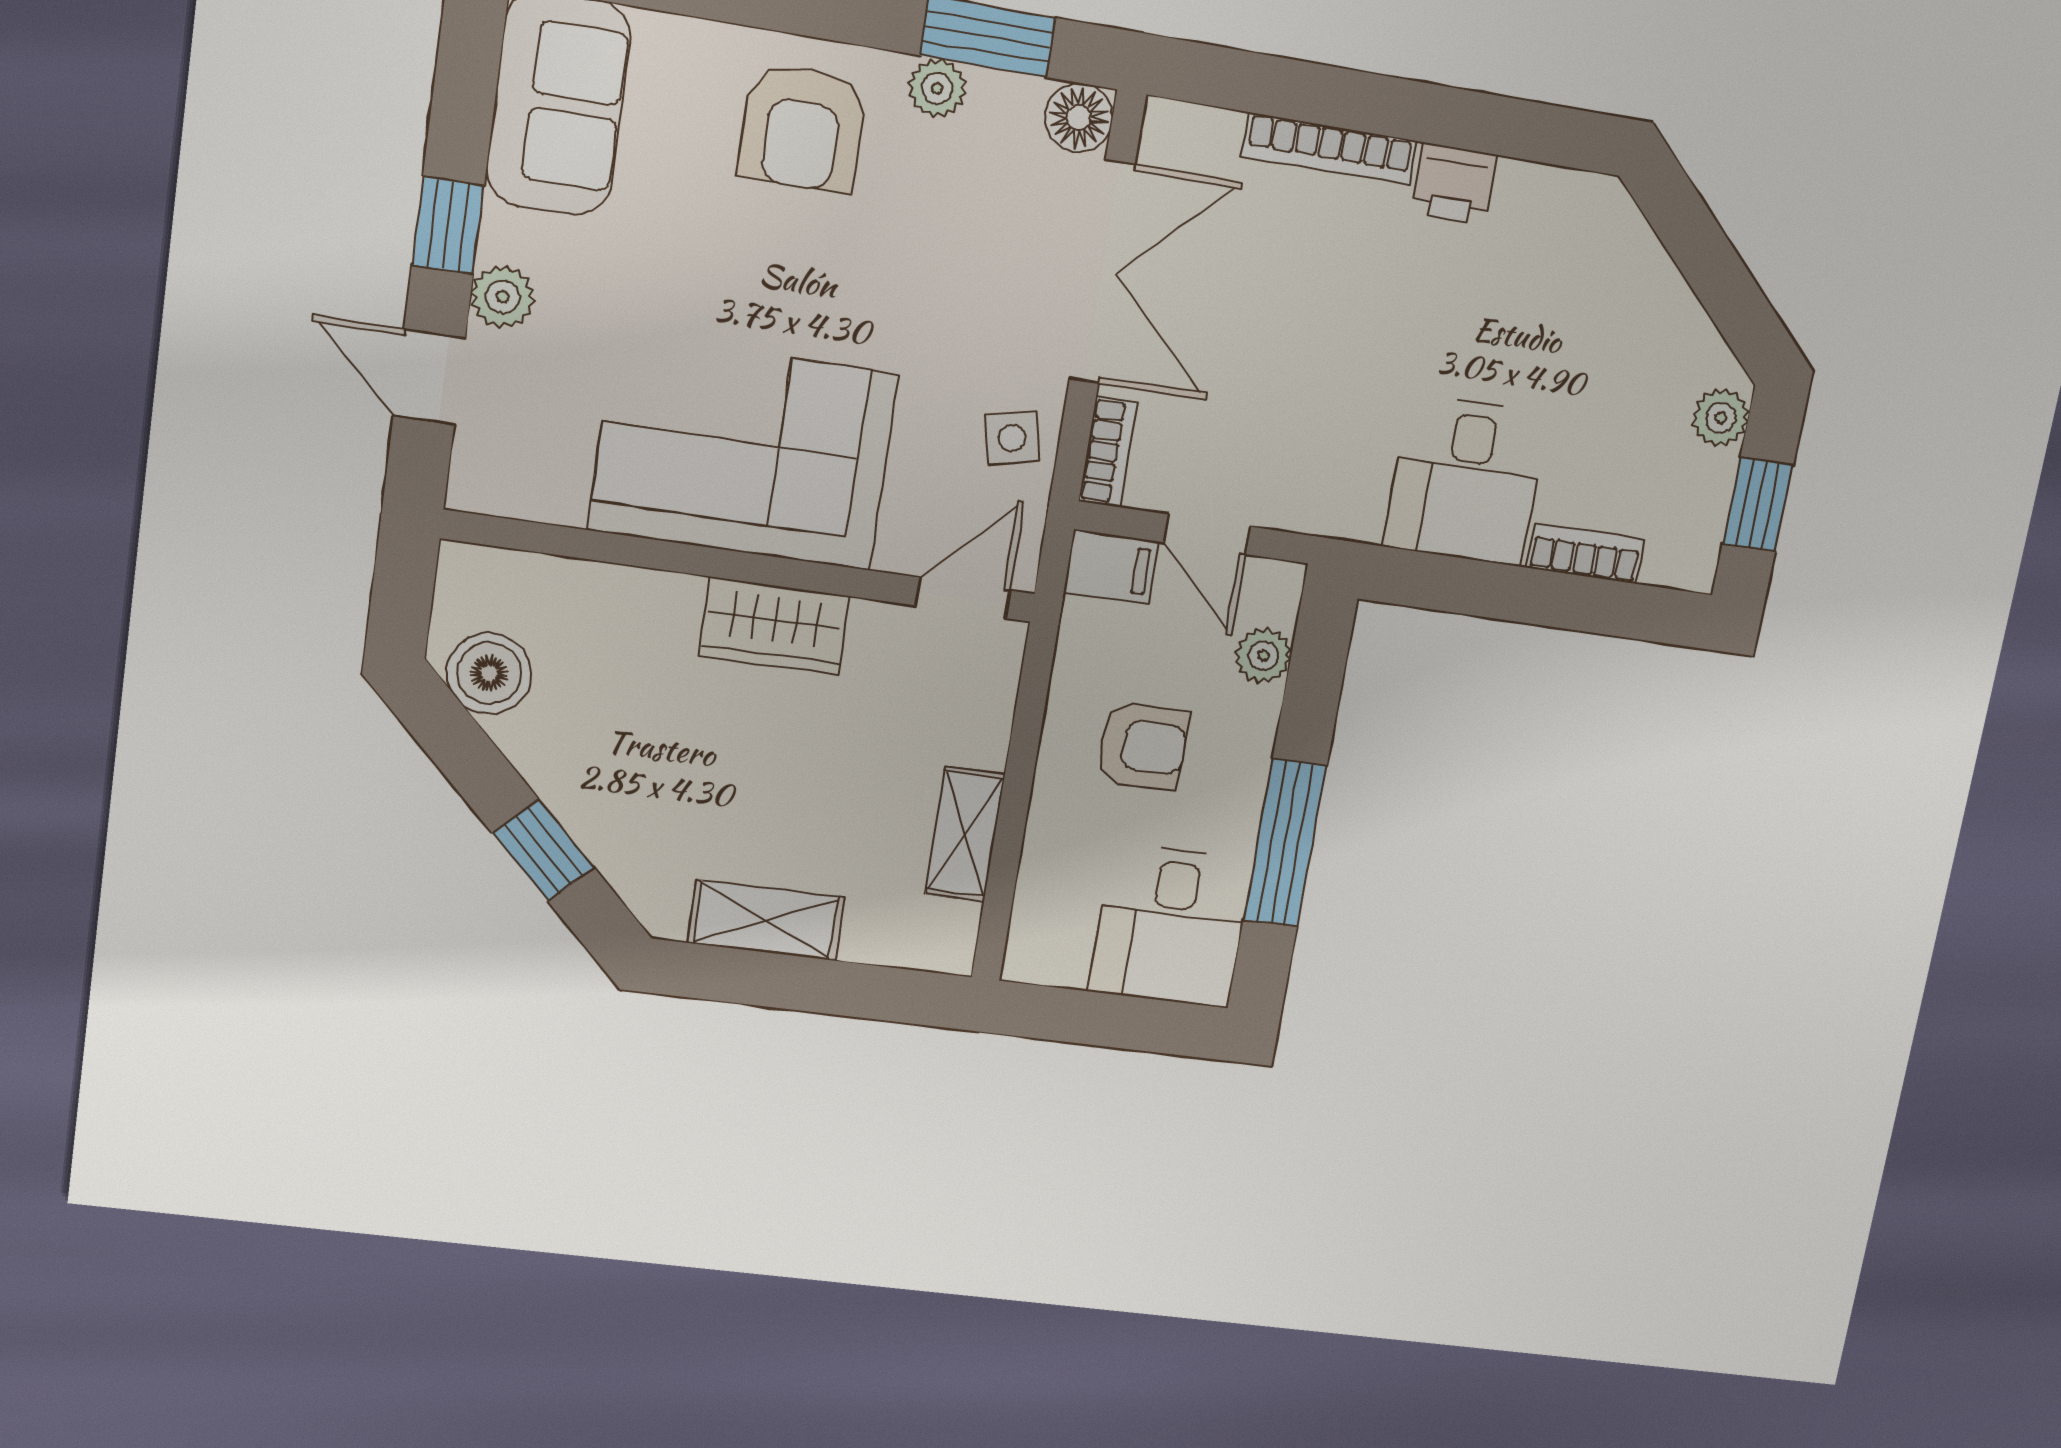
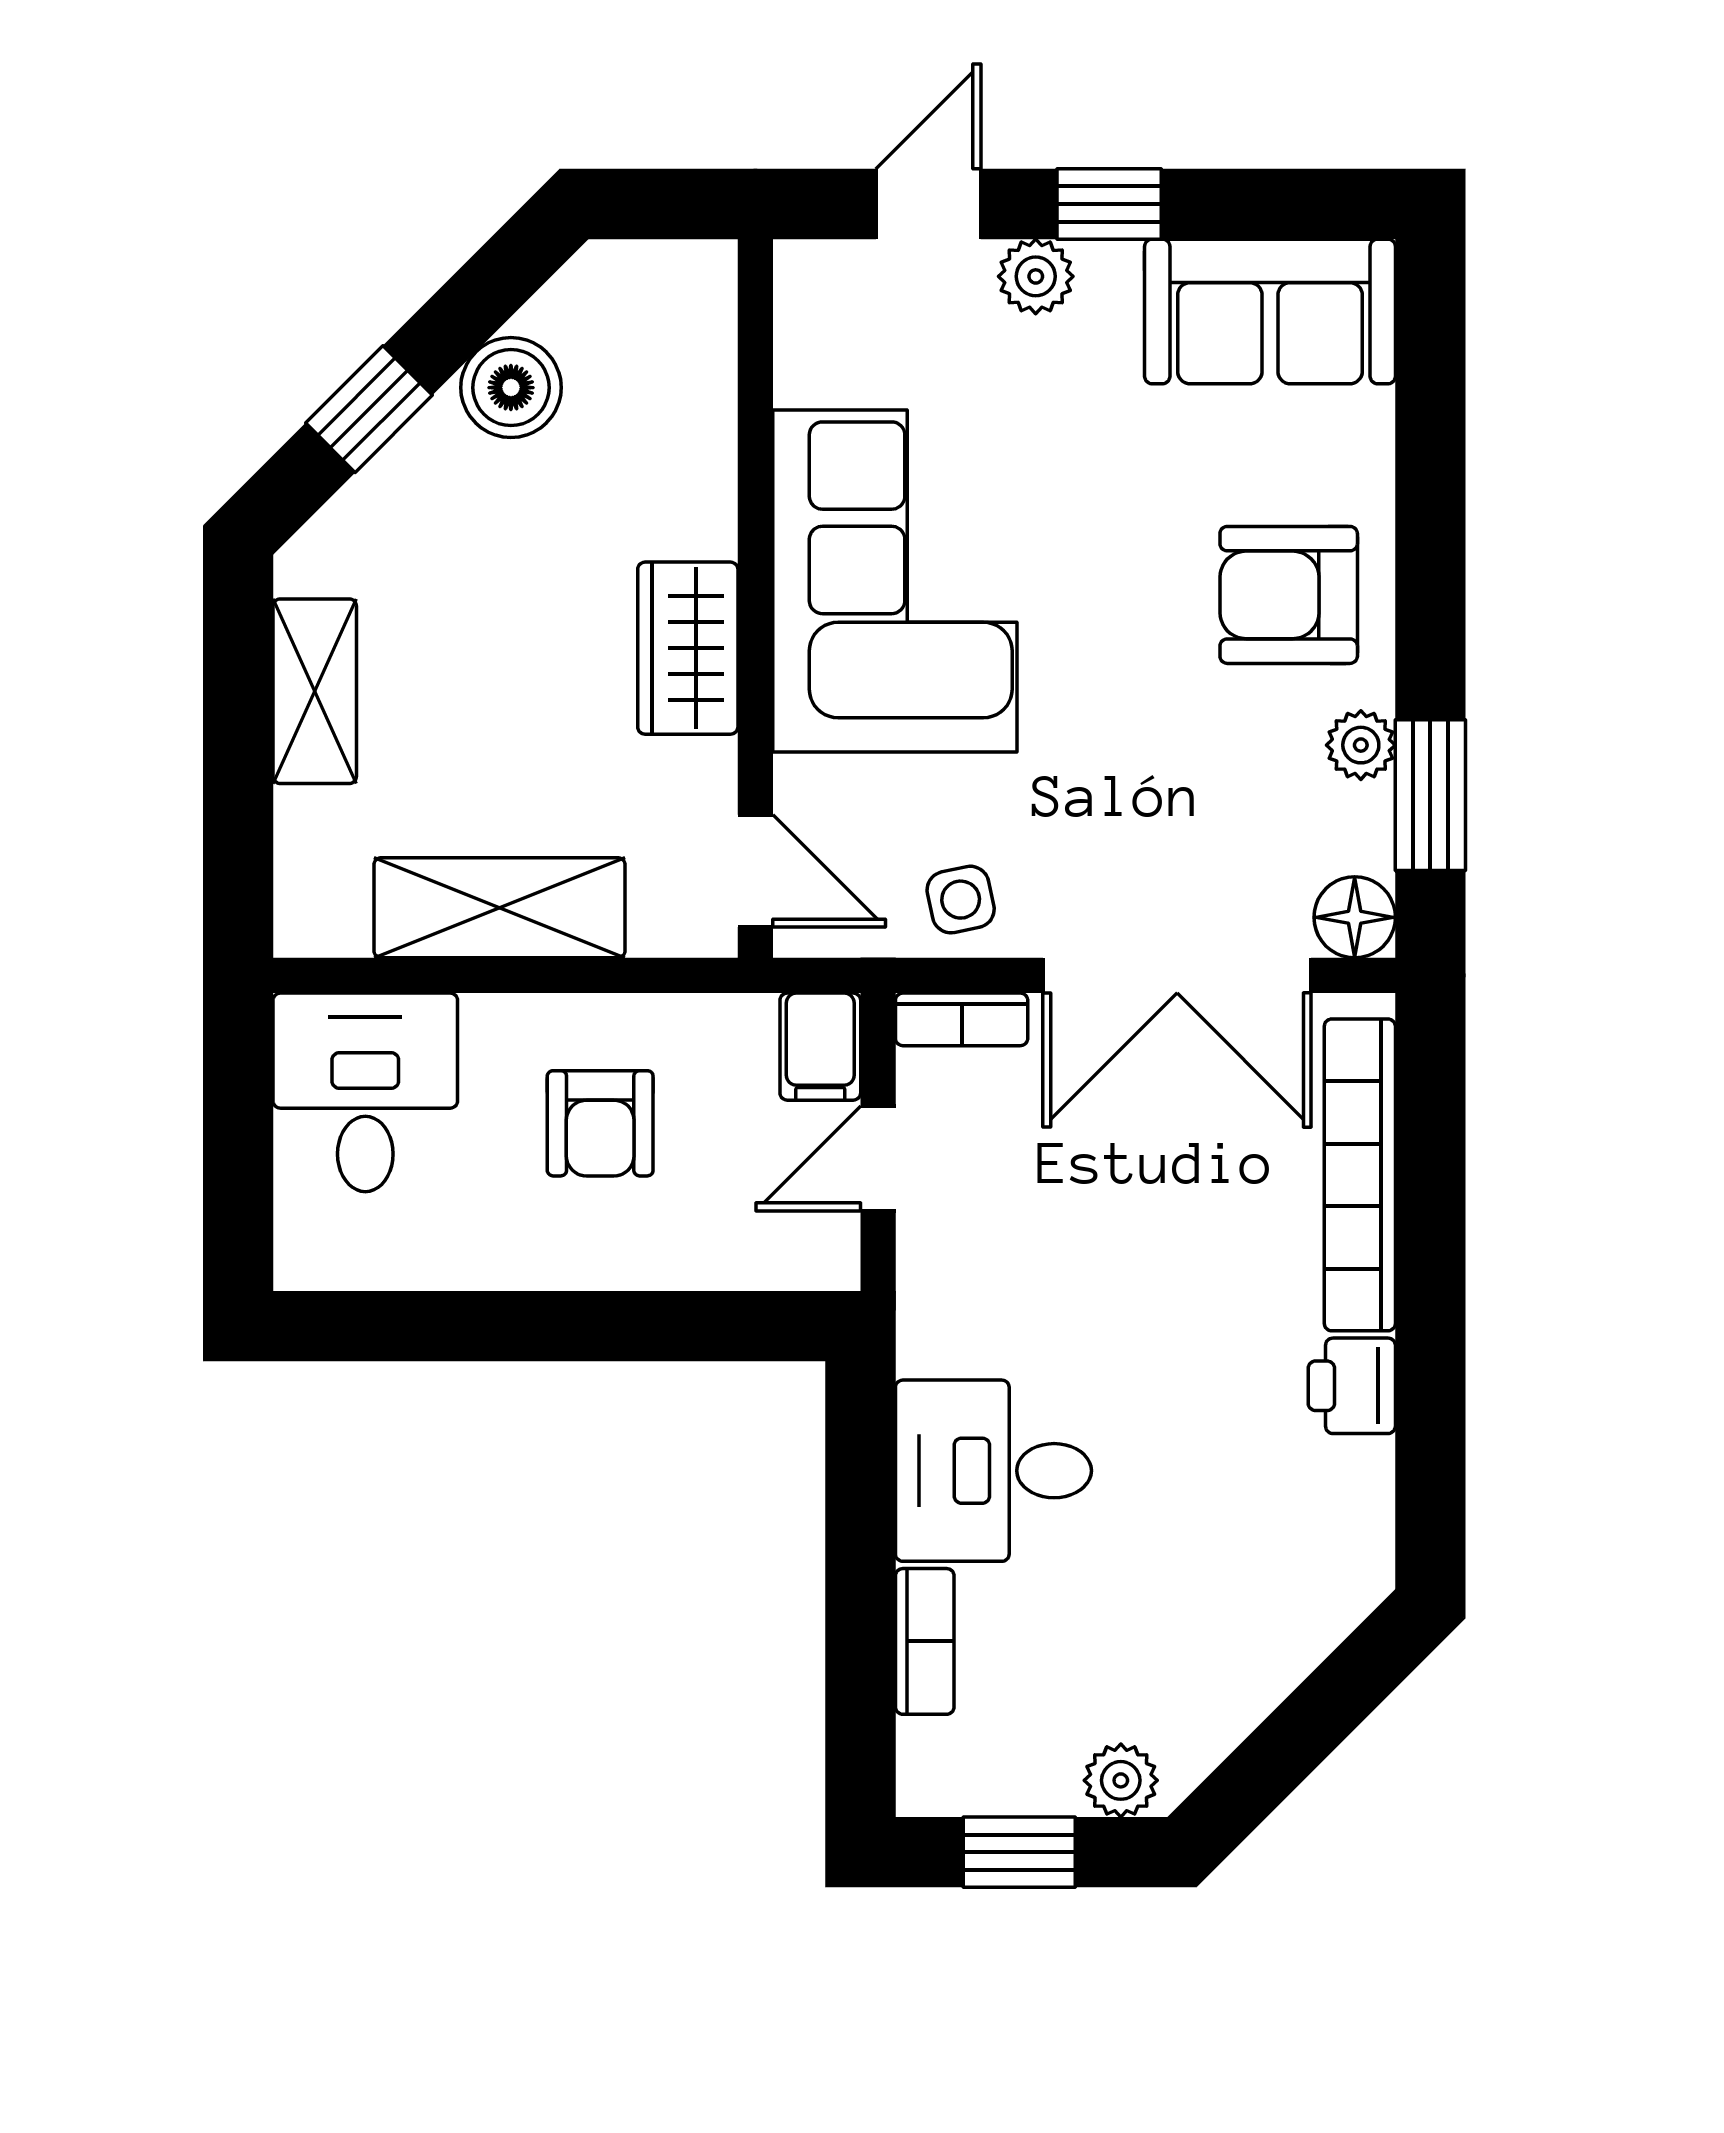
bookcase: (1330, 149) -> (1360, 1175), width x1.48, depth x1.31
plant: (1263, 656) -> (736, 1255), removed
boiler: (489, 673) -> (511, 388), moved
shelving: (965, 834) -> (499, 908), width x1.50, depth x1.33
window: (1285, 843) -> (500, 1326), removed
desk: (1171, 926) -> (365, 1092), moved, turned 90

